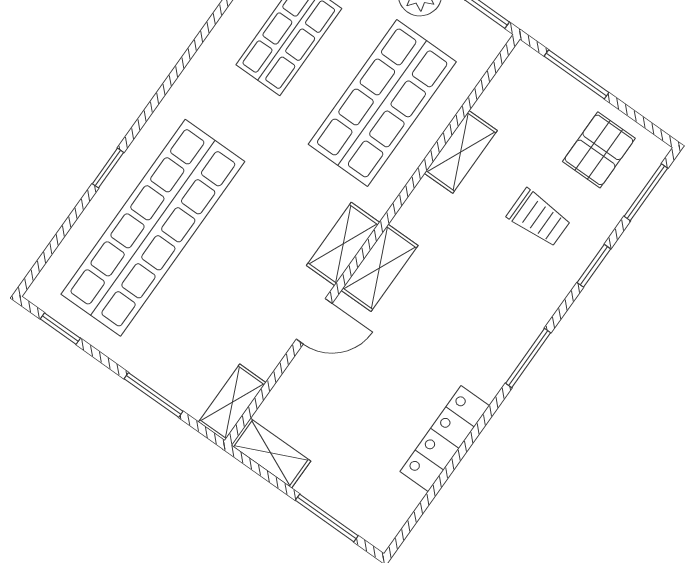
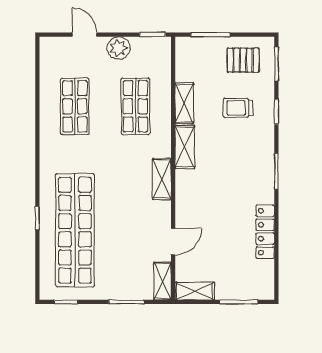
shop shelf: (382, 103) -> (135, 106), width x0.70, depth x0.74
pallet: (599, 150) -> (243, 60), turned 90
trolley: (539, 218) -> (238, 108), turned 180
shelving: (380, 268) -> (185, 147), moved
door: (314, 321) -> (173, 242), moved

